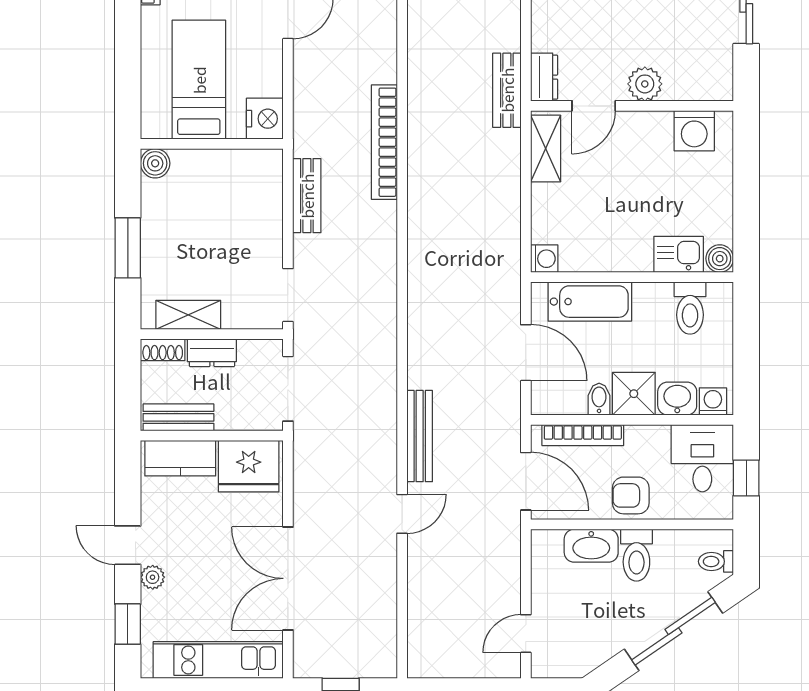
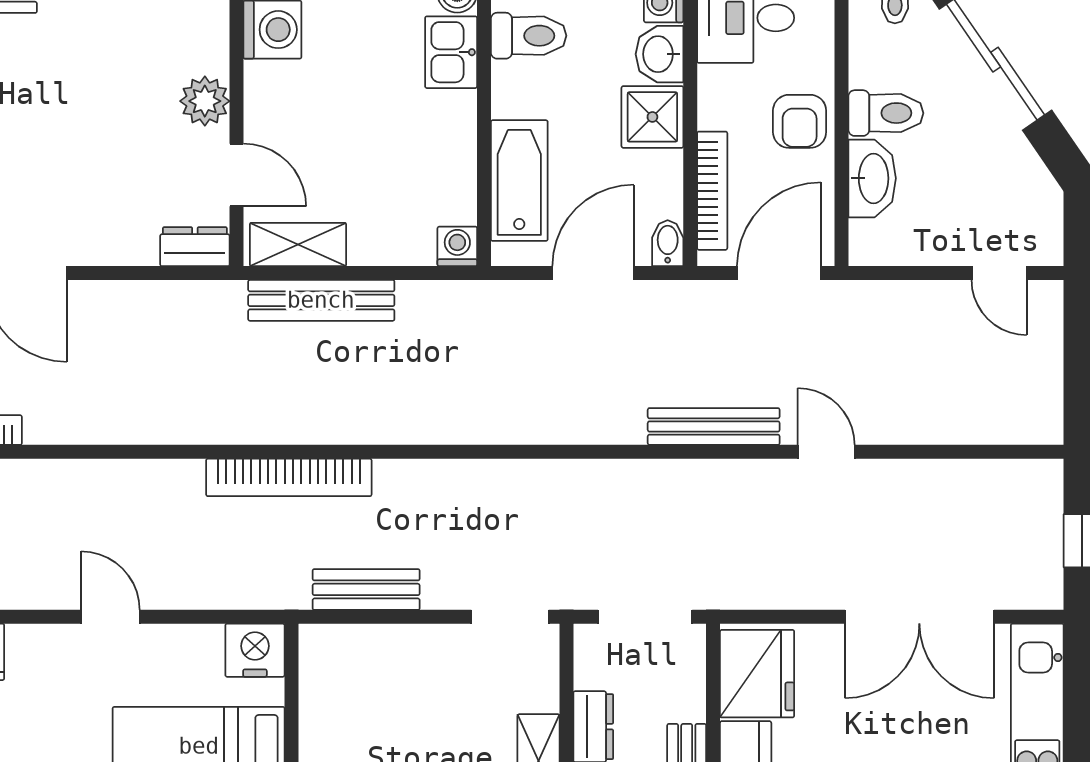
bench: (507, 90) -> (321, 300), moved, width x1.36
bidet: (599, 399) -> (668, 243), moved, turned 90

